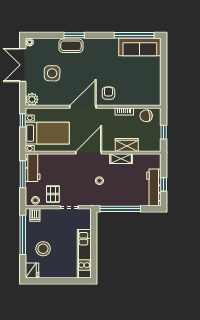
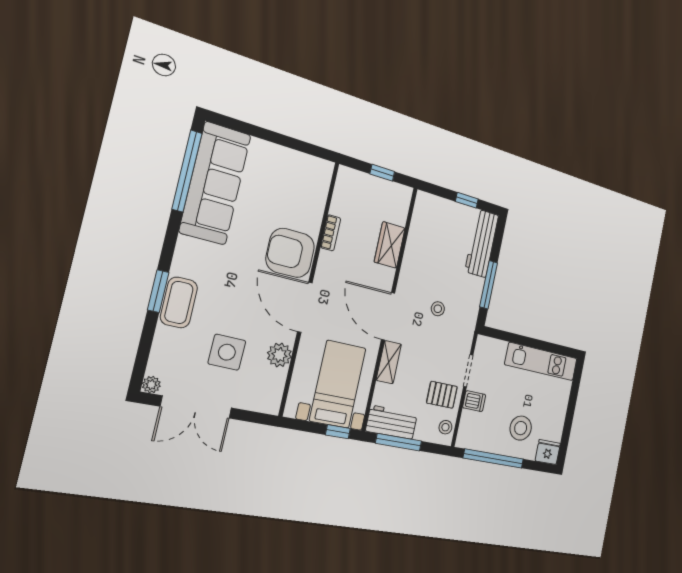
sofa: (140, 47) -> (215, 183), width x1.36, depth x1.27
armchair: (108, 93) -> (290, 253), width x1.88, depth x1.88
plant: (32, 99) -> (279, 355), moved
chair: (146, 116) -> (347, 195), removed
window: (23, 120) -> (338, 432), moved
shelving: (121, 159) -> (389, 362), moved
workbench: (154, 188) -> (482, 243), moved, turned 90
window: (120, 209) -> (489, 285), width x0.68
dishwasher: (35, 215) -> (474, 401), moved

